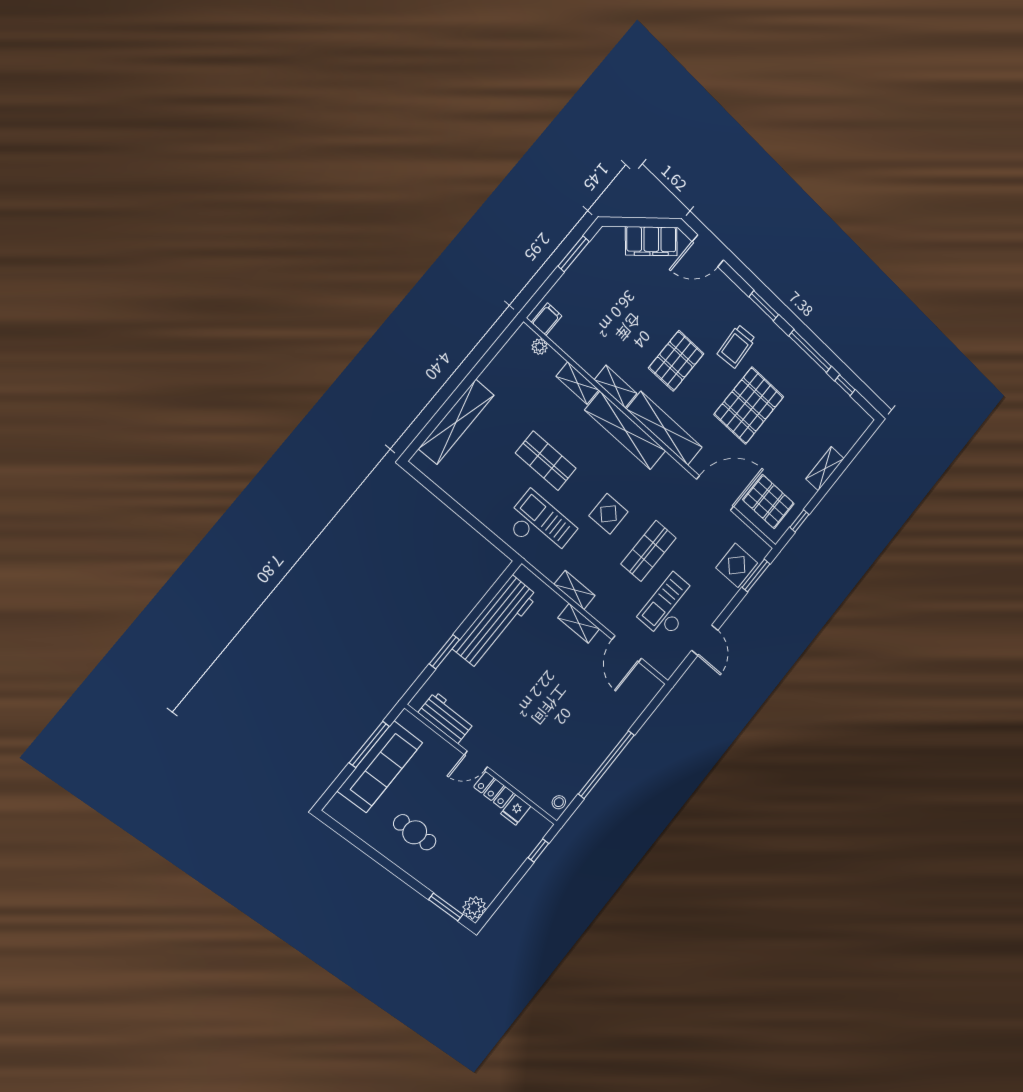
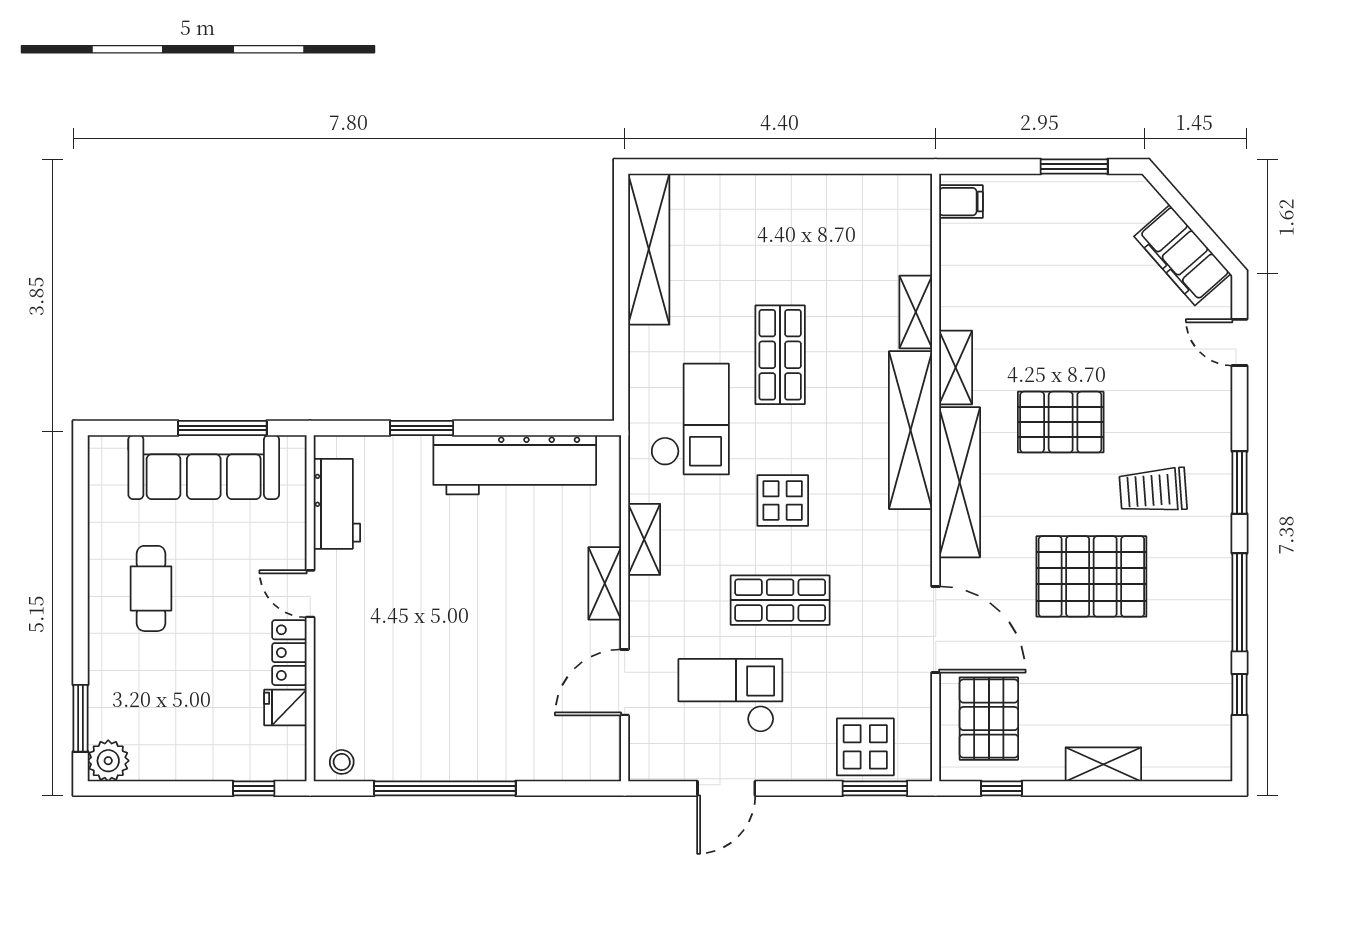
door: (708, 251) -> (1239, 342), width x0.73
plant: (540, 347) -> (918, 222), removed
shelving: (456, 422) -> (649, 249), moved, turned 90

